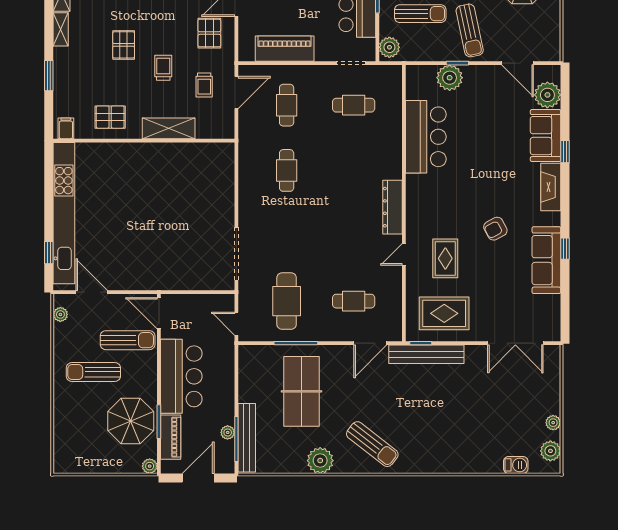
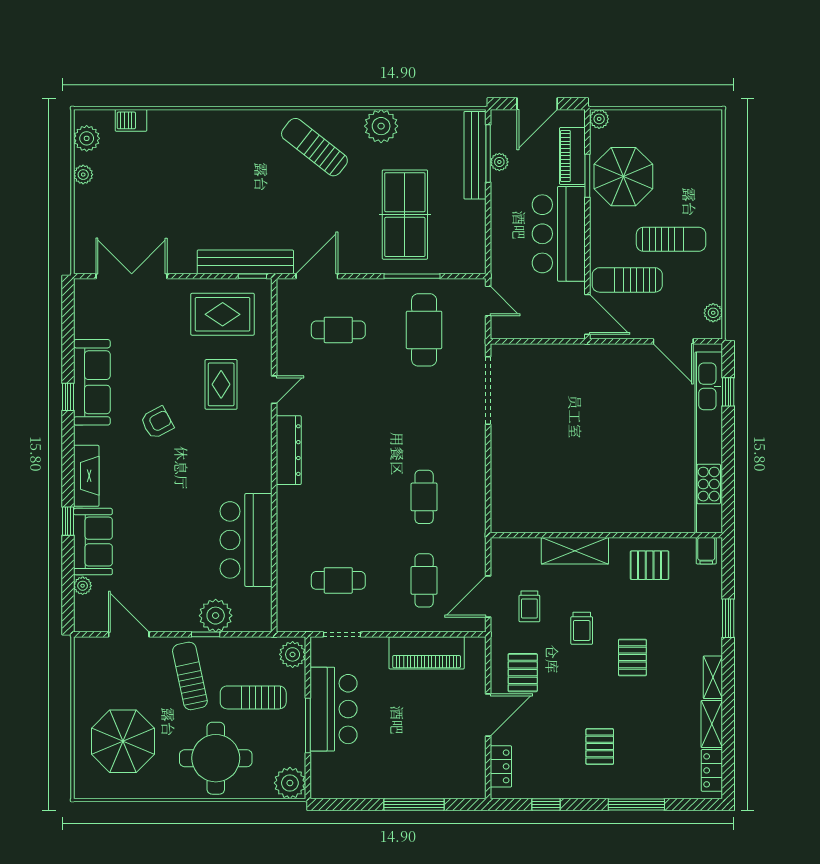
trolley: (204, 85) -> (529, 606), turned 180
plant: (547, 95) -> (83, 586), width x0.53, depth x0.53

